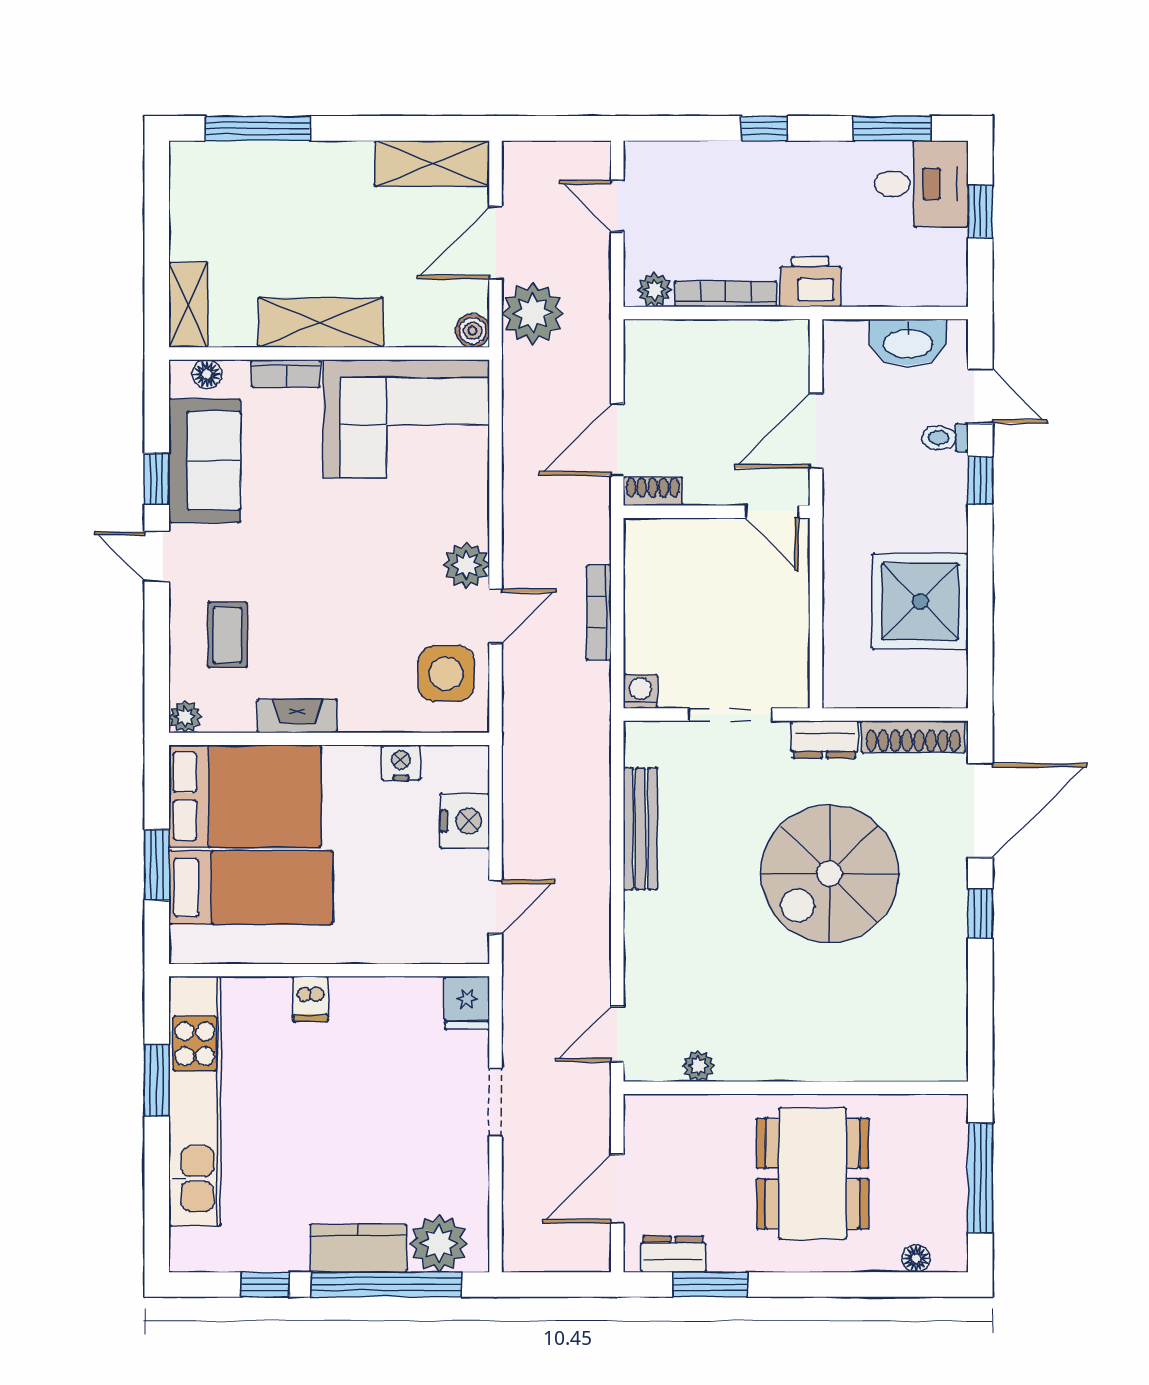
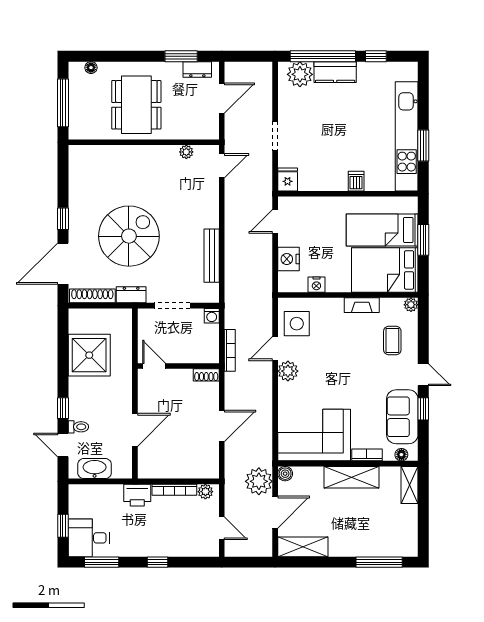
shoe rack: (653, 491) -> (206, 375), moved
wall: (717, 512) -> (178, 366), moved
door: (772, 512) -> (154, 366), moved

